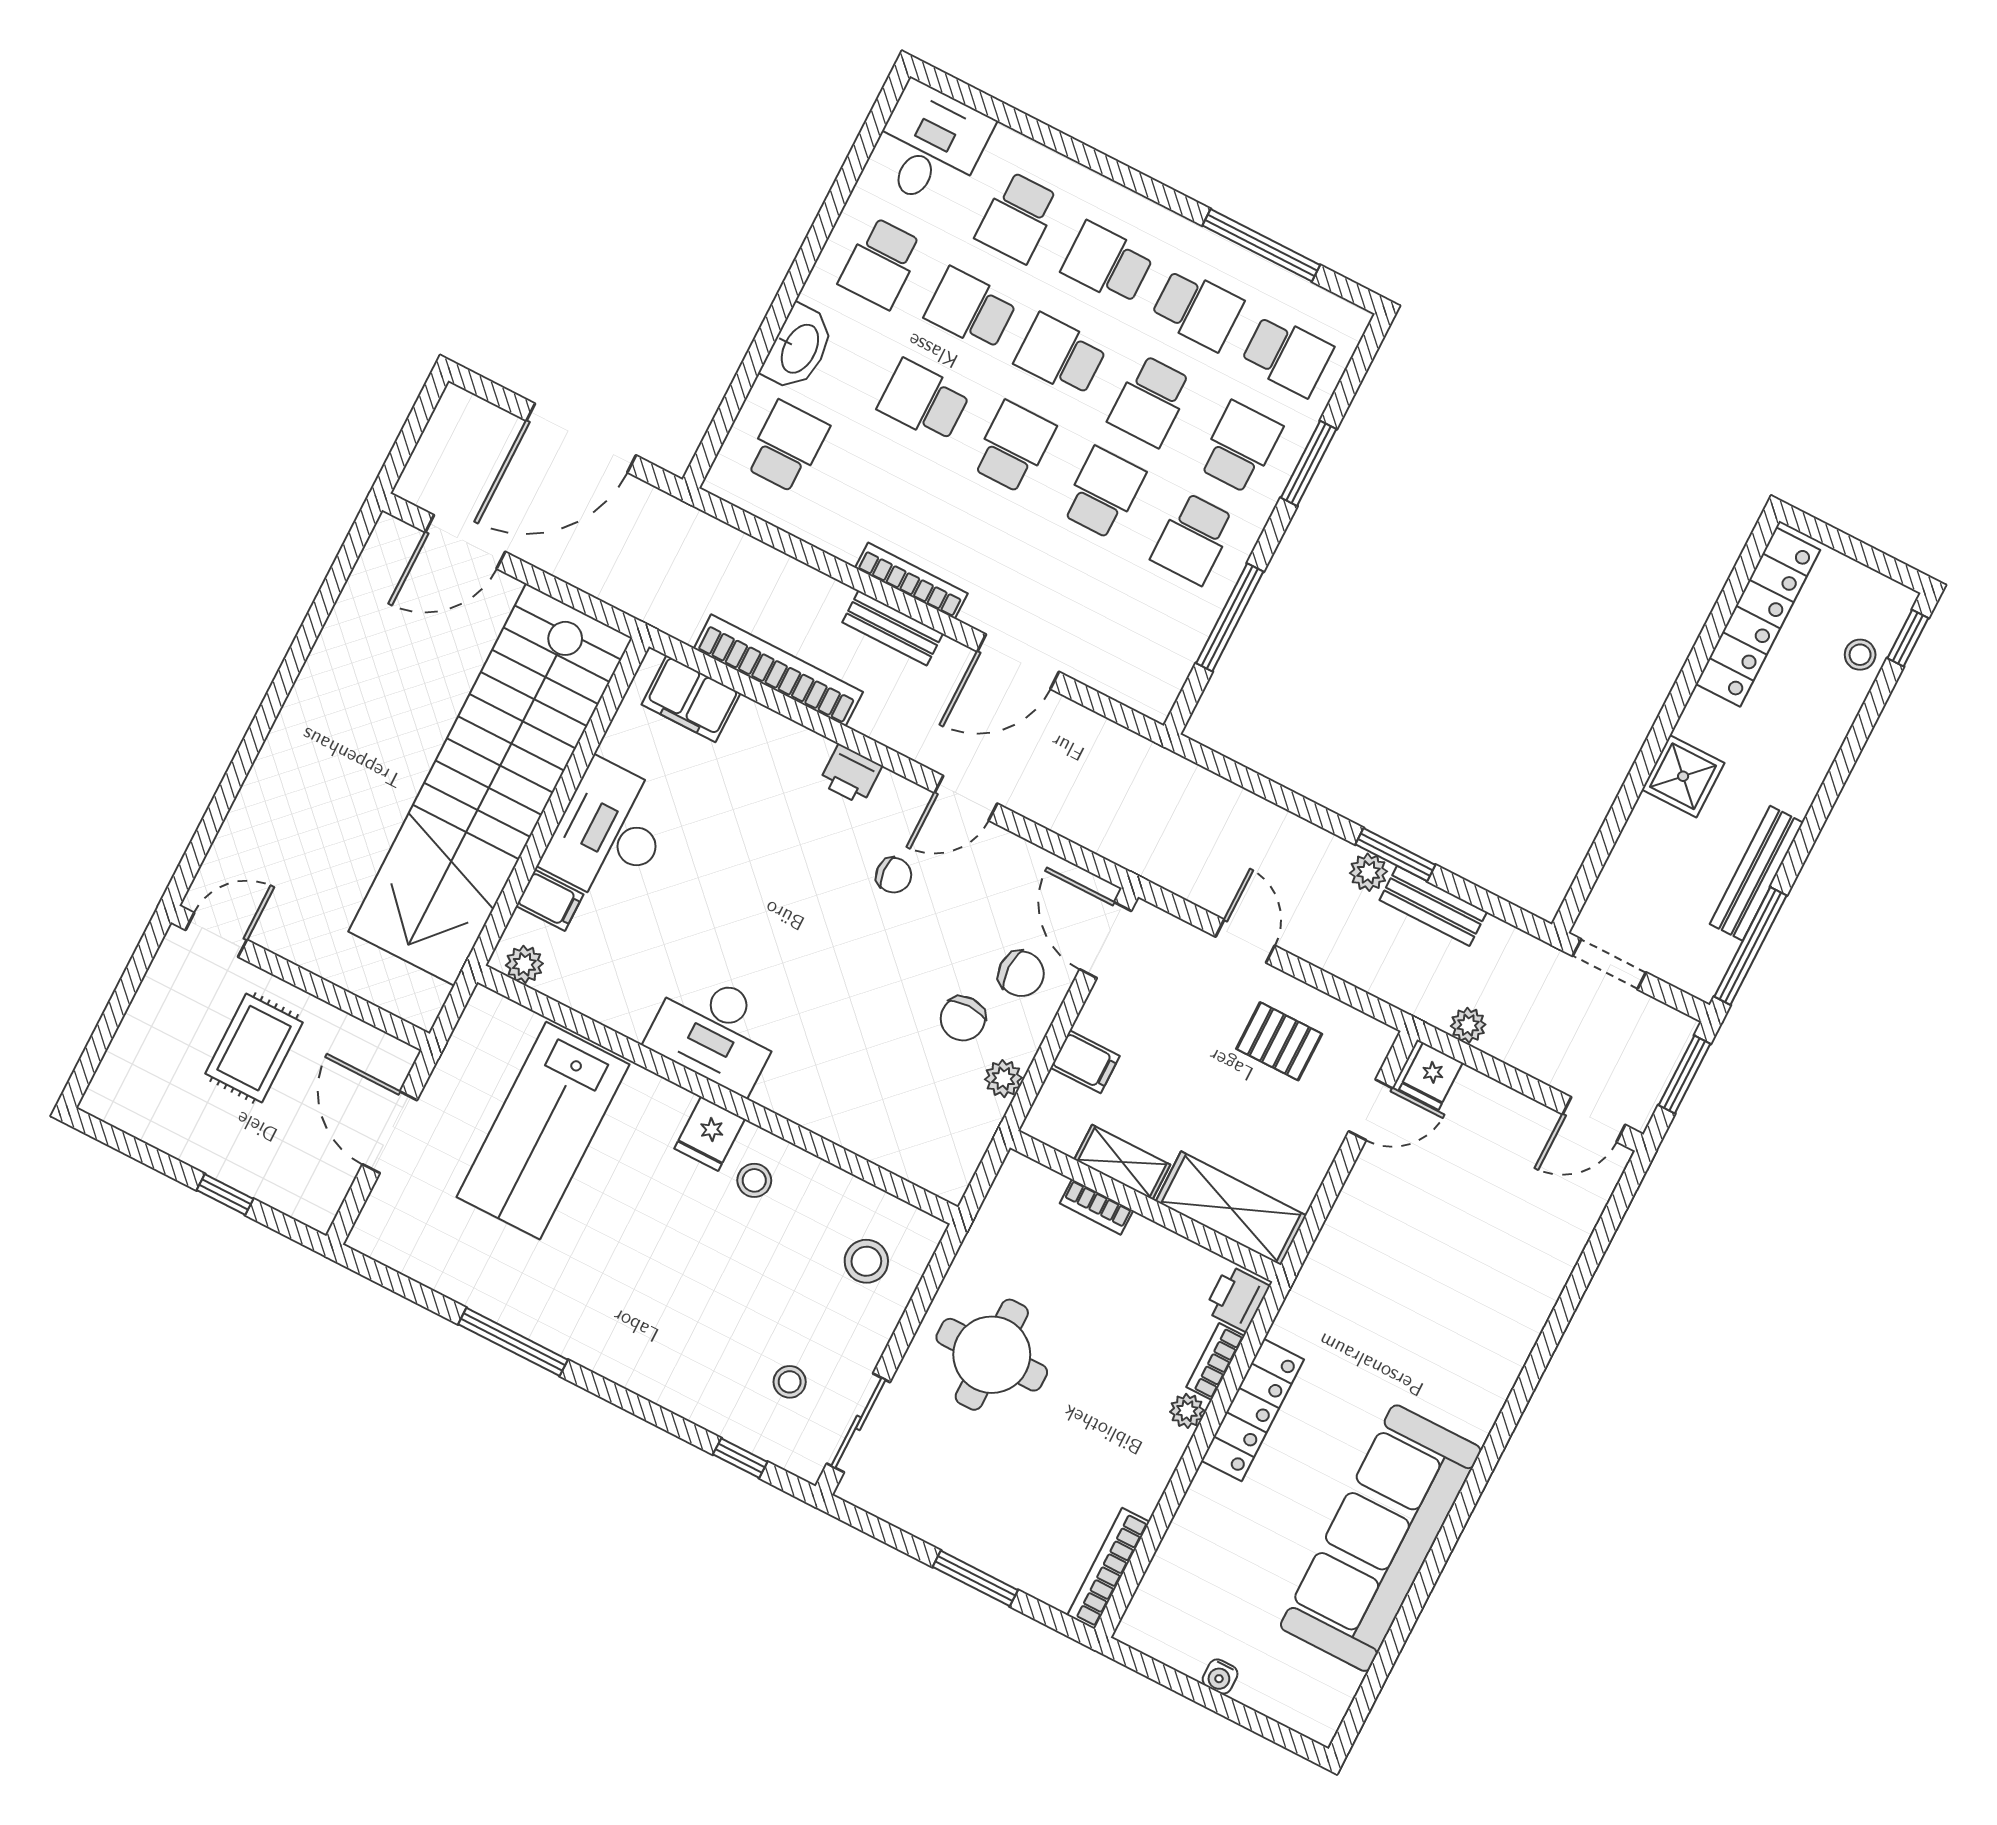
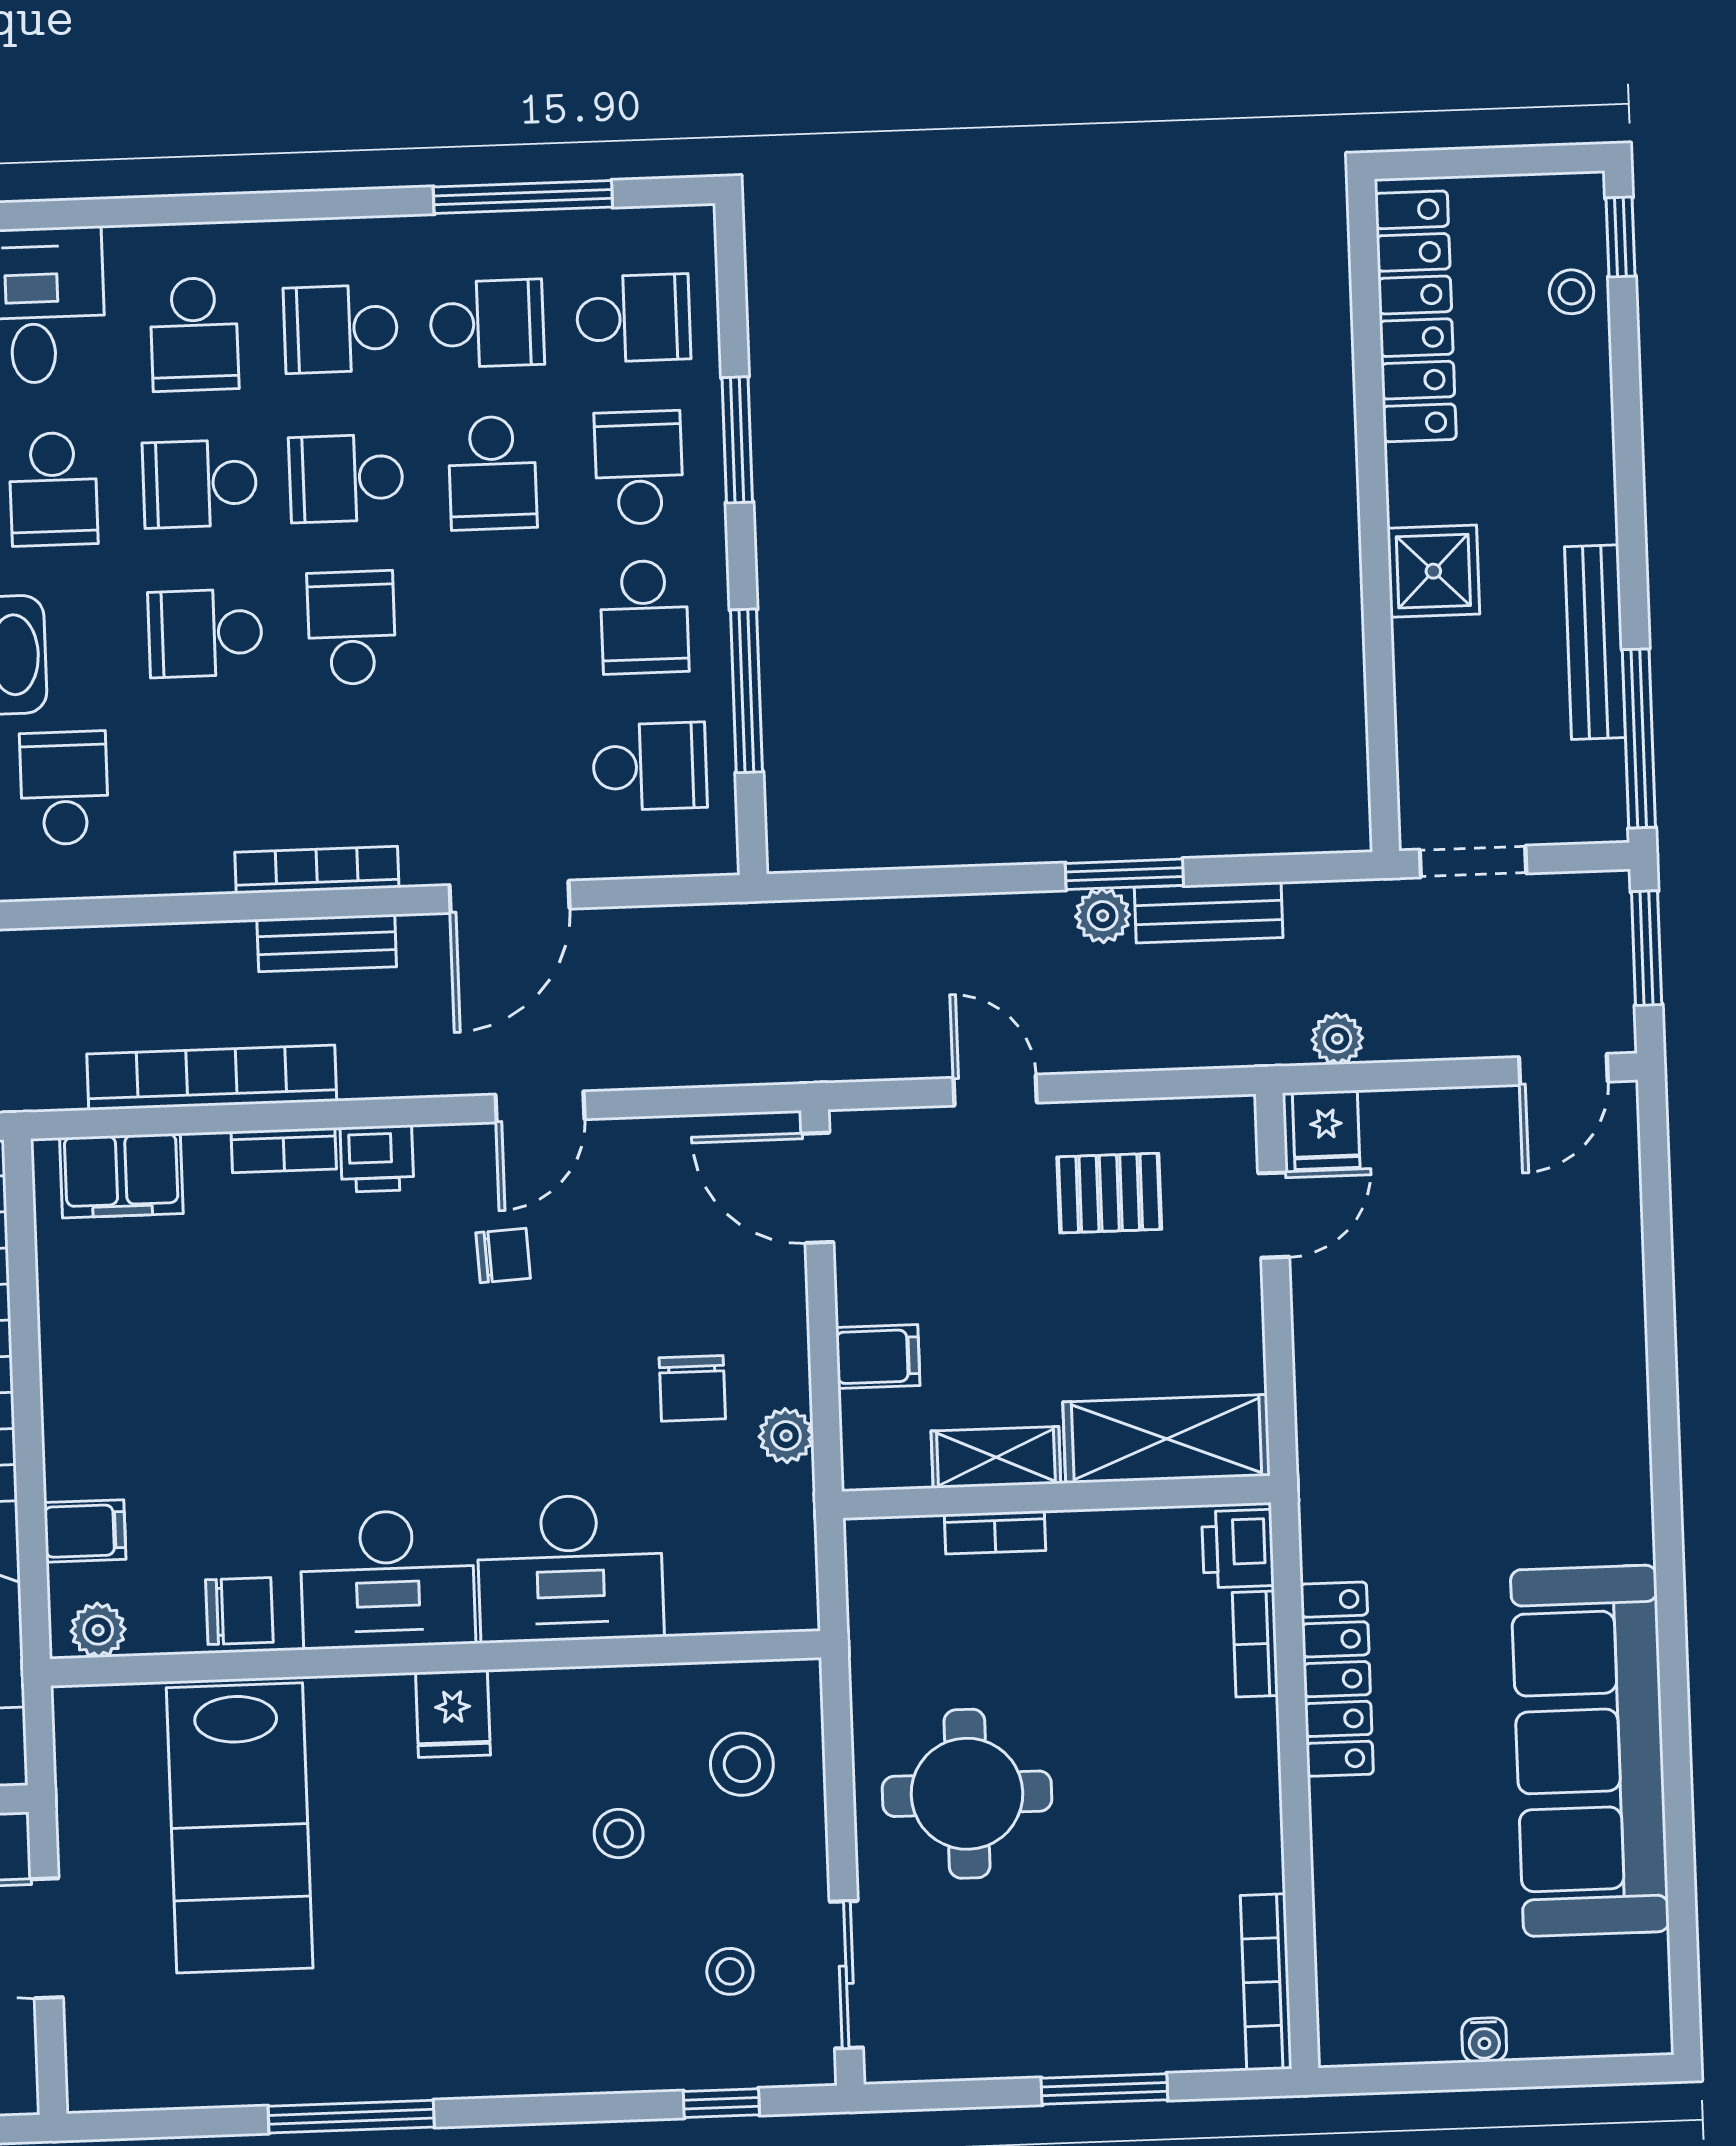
school desk: (1103, 493) -> (650, 766), moved, turned 90
bookcase: (797, 738) -> (284, 1150), added
desk: (609, 832) -> (570, 1568), moved, turned -90
chair: (1021, 974) -> (239, 1611), moved
stool: (754, 1180) -> (619, 1834), moved
plant: (1187, 1411) -> (1254, 1727), removed

